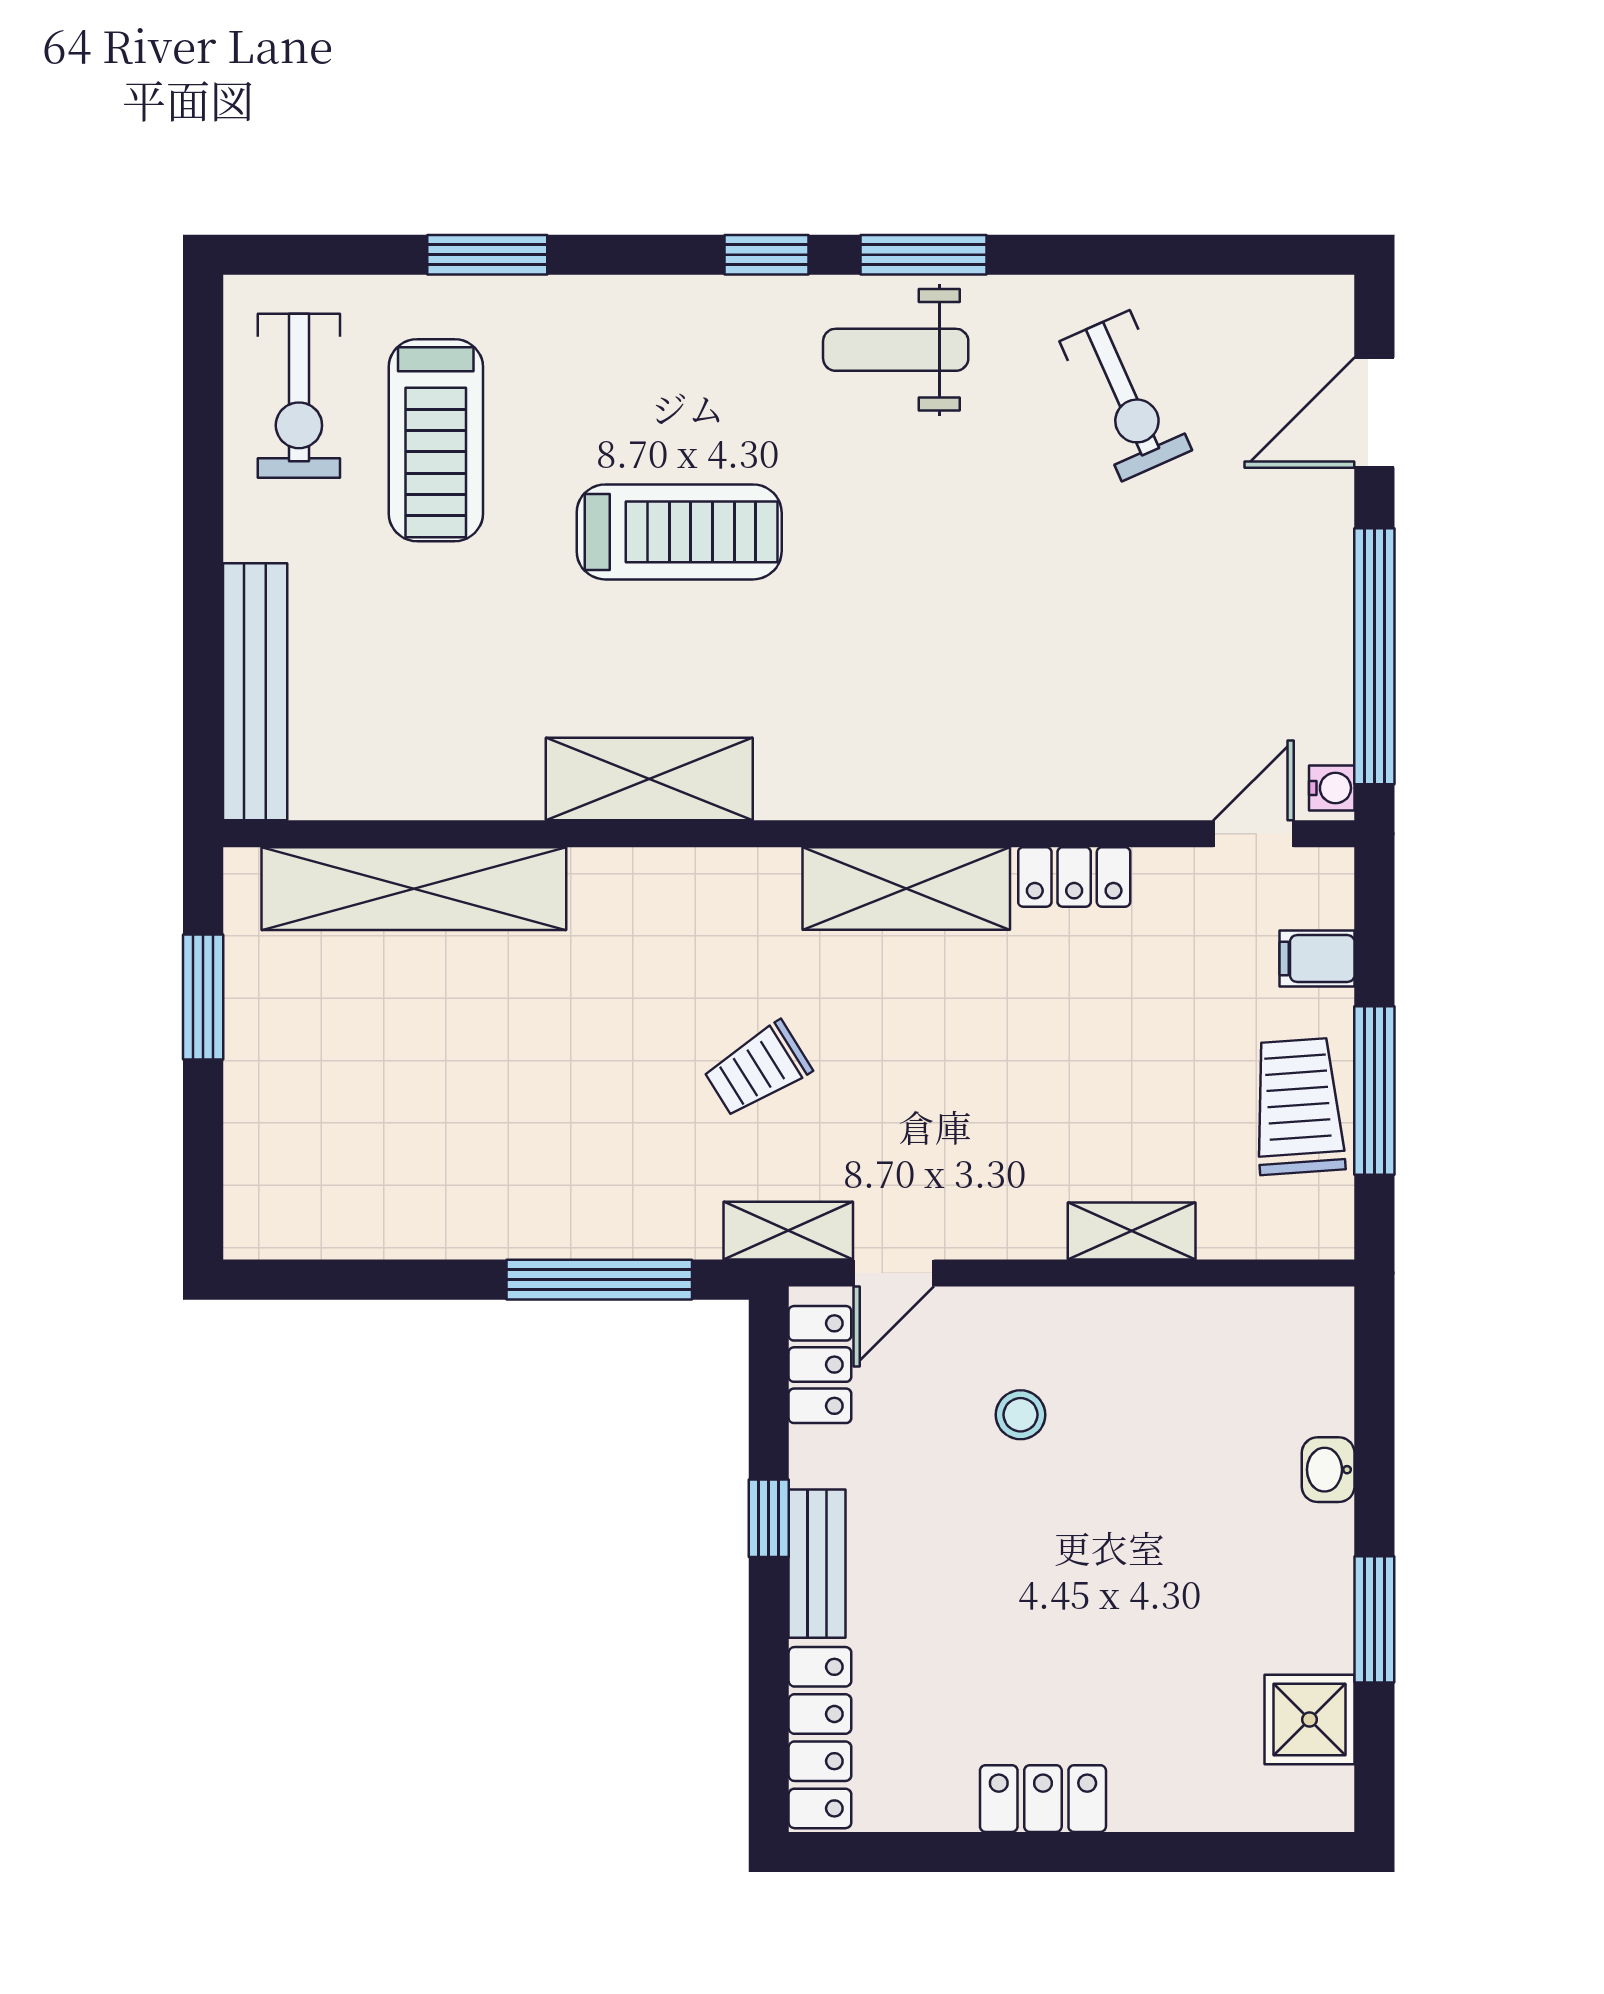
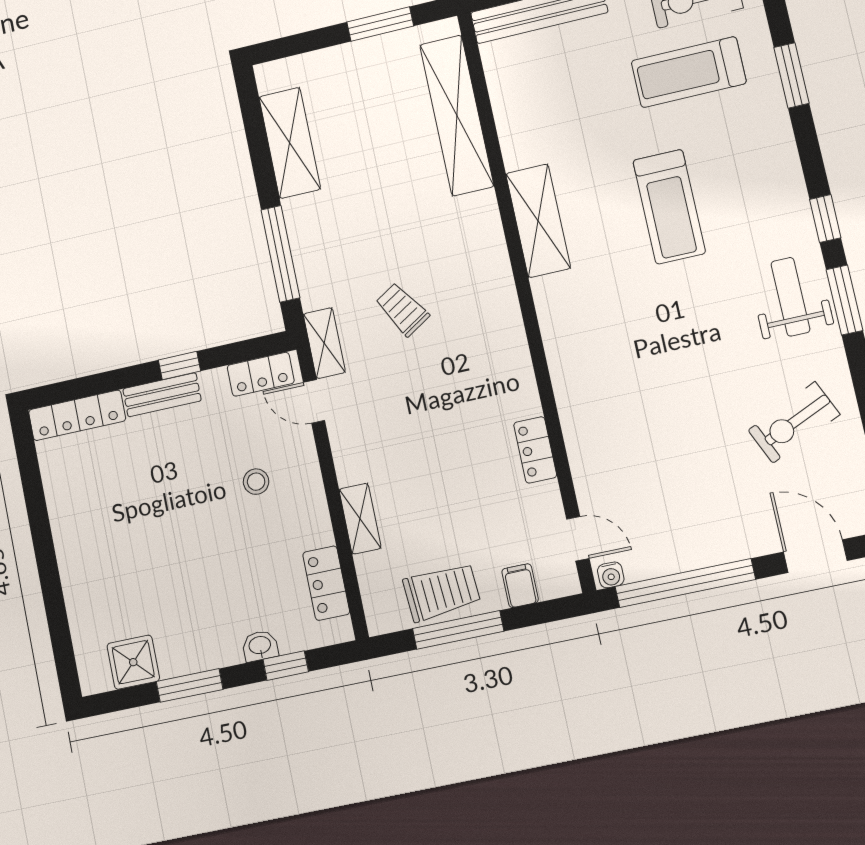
shelving: (906, 889) -> (290, 143), moved
window: (1374, 1428) -> (286, 666), added
locker: (1043, 1799) -> (326, 583), moved, turned 180

